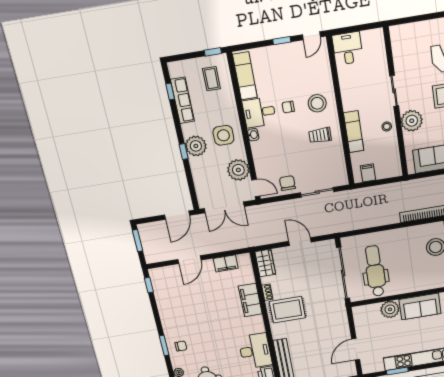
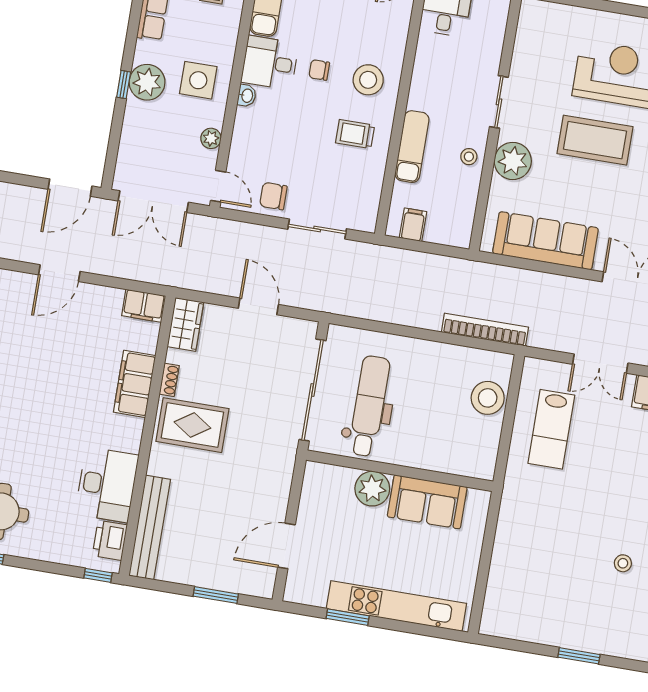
plant: (238, 170) -> (211, 138), width x0.53, depth x0.53
chair: (287, 183) -> (273, 196), turned -90
filing cabinet: (226, 263) -> (144, 306), moved

